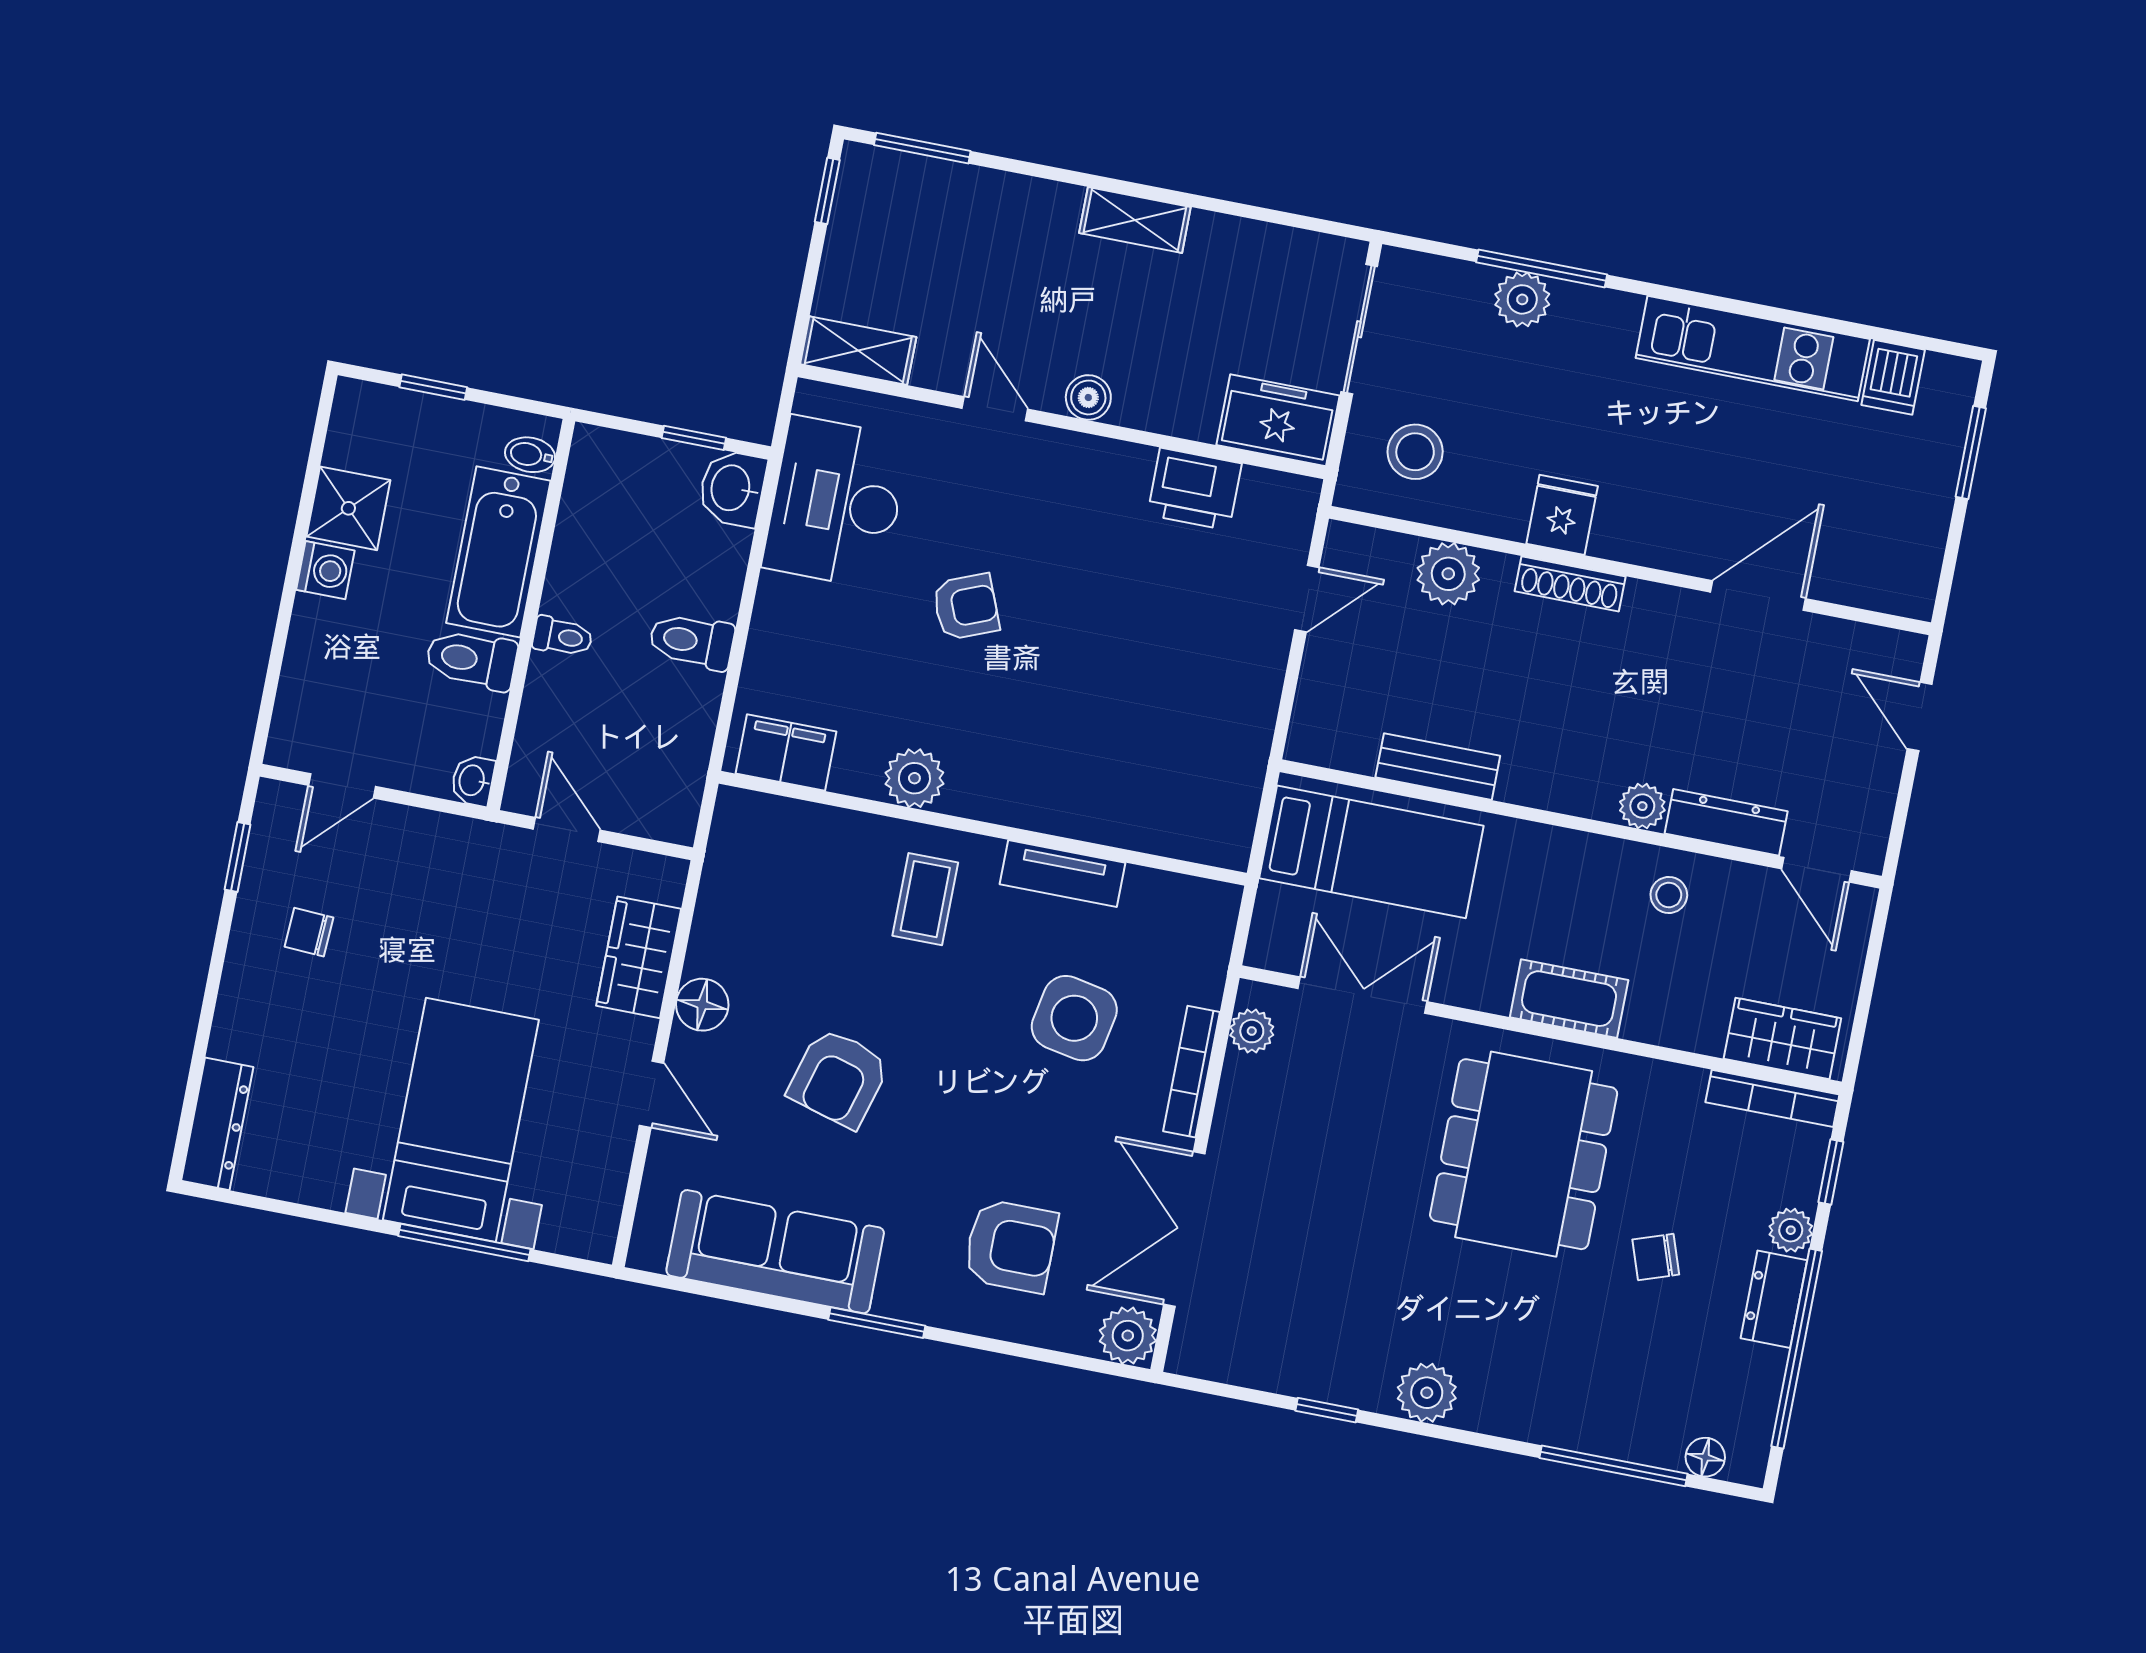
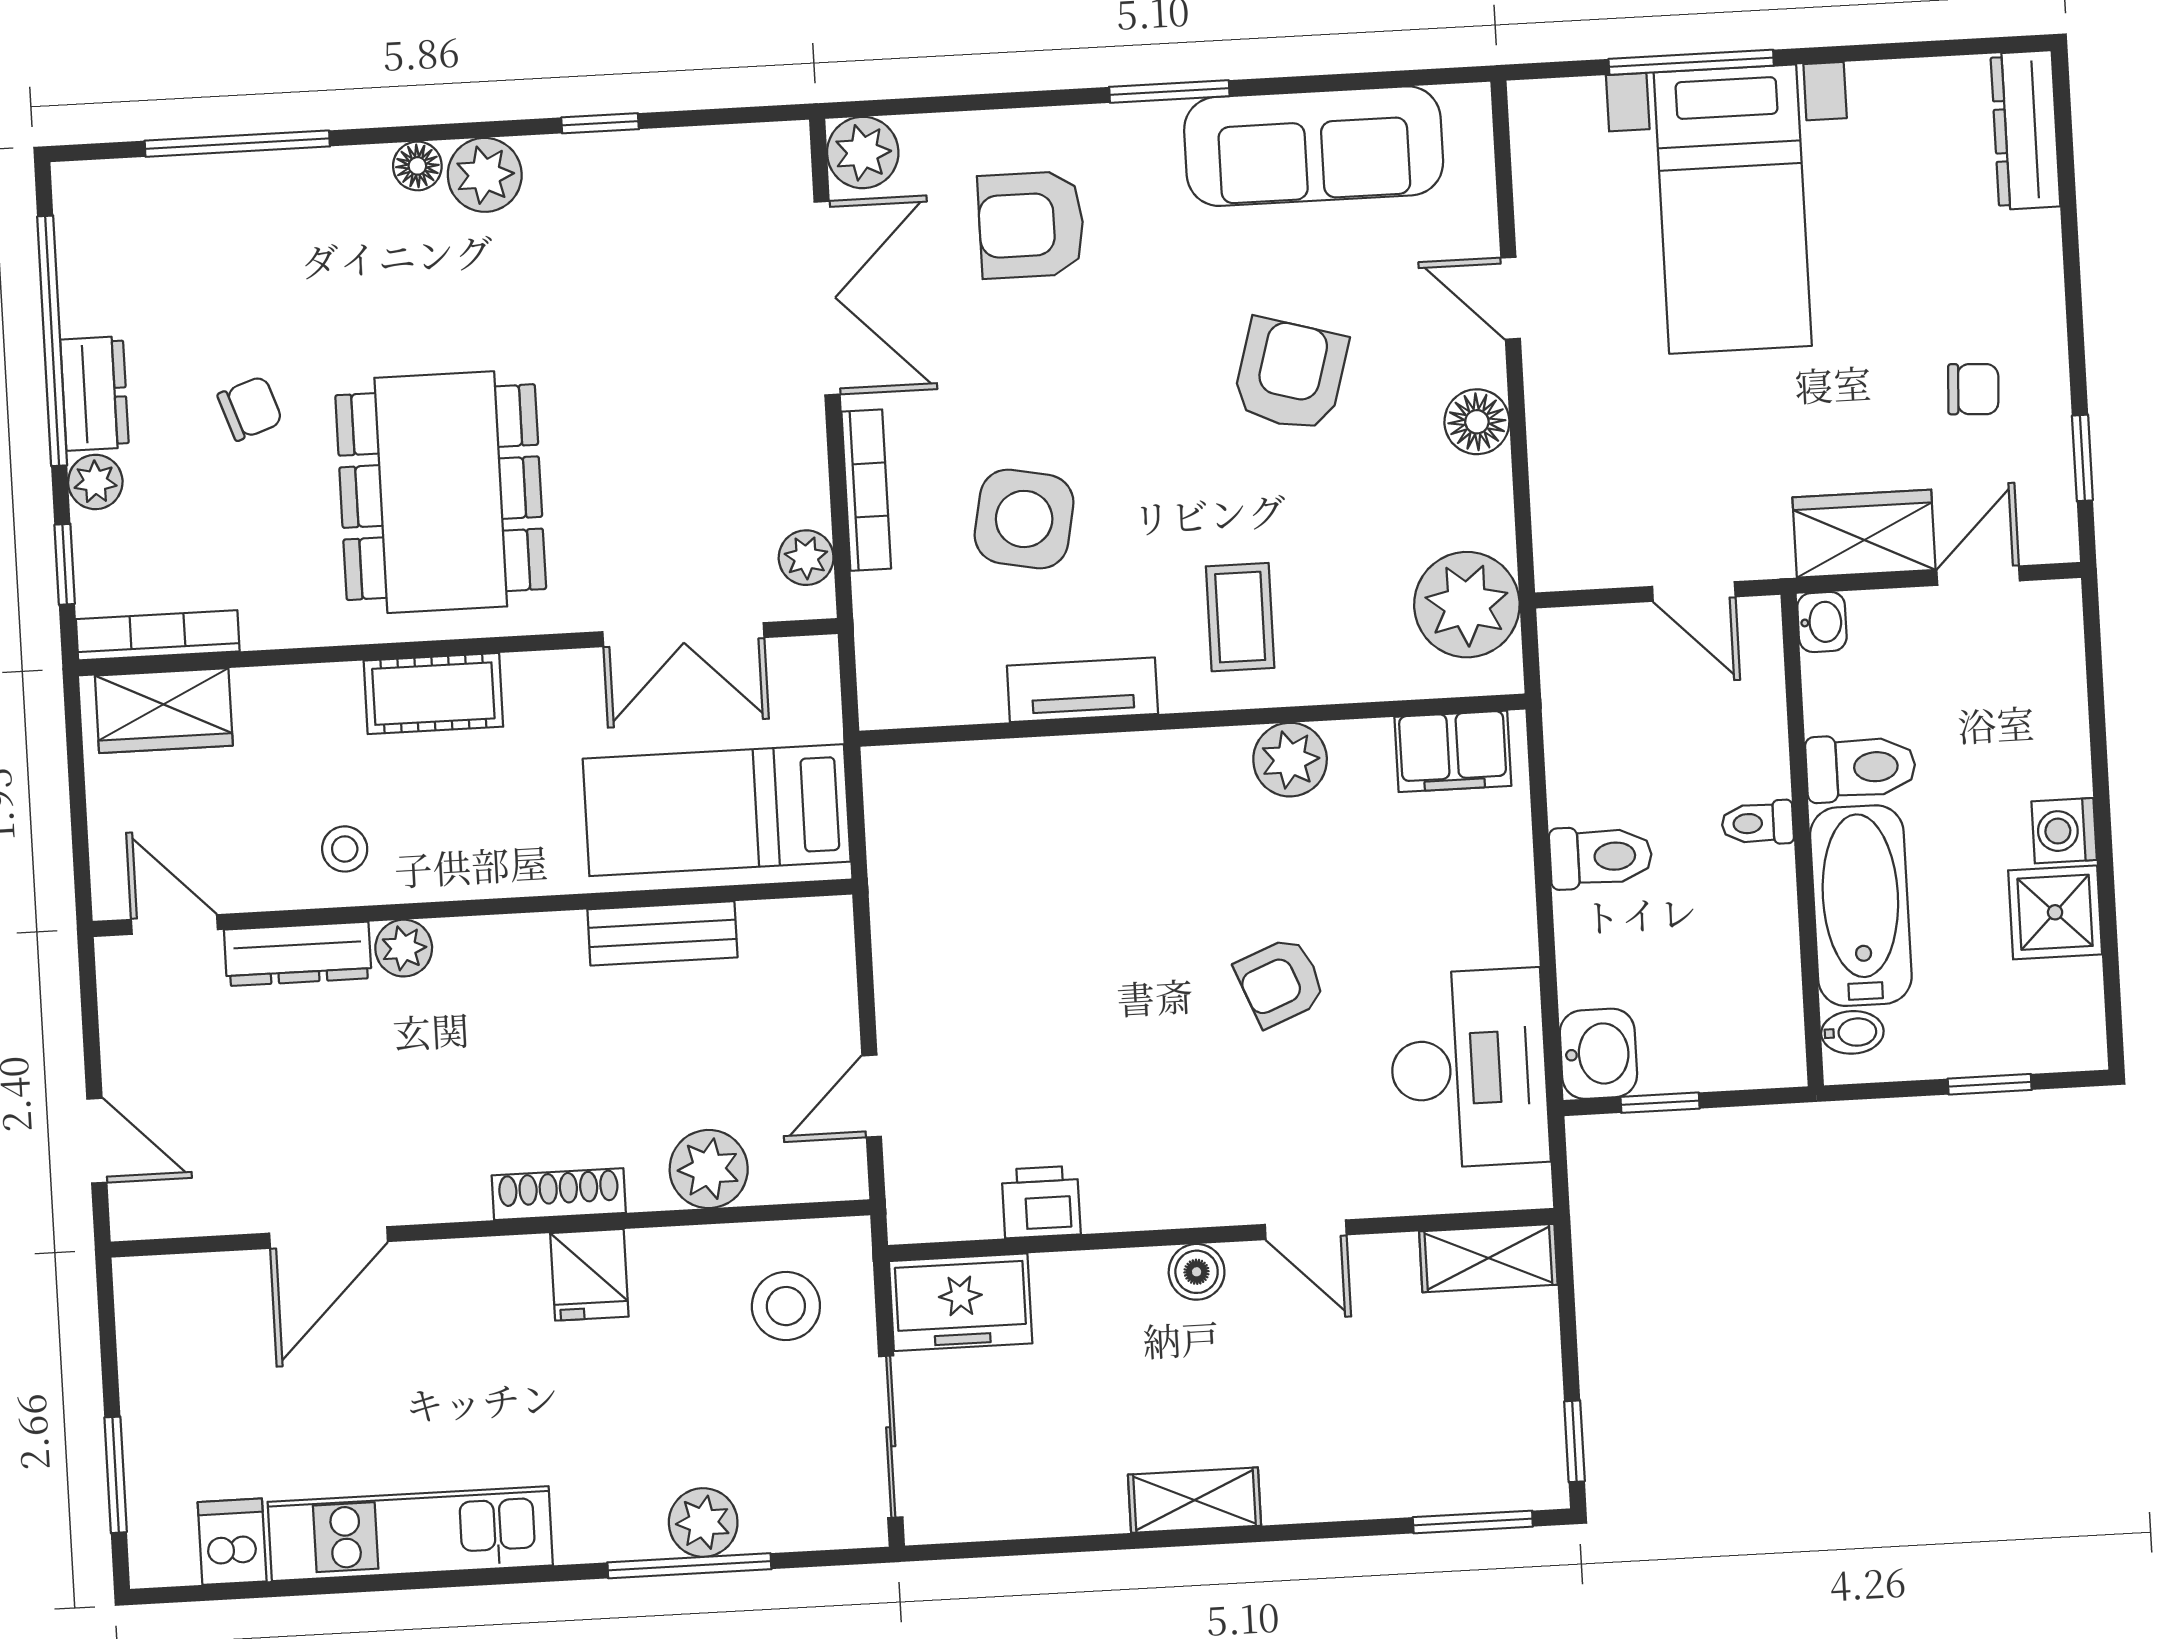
printer: (1194, 489) -> (1041, 1202), width x0.73, depth x0.81
plant: (746, 864) -> (1467, 605), added
wardrobe: (639, 957) -> (1864, 534), moved, turned -90
floor lamp: (1705, 1457) -> (417, 166), moved

